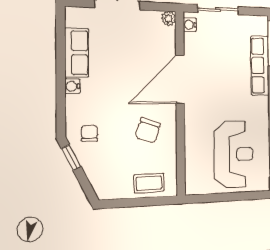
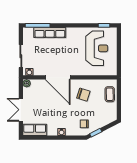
row of seats: (77, 53) -> (35, 130), moved
reception desk: (234, 154) -> (97, 48), turned 90

